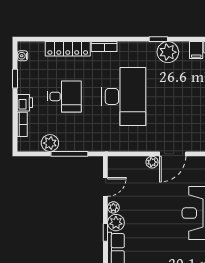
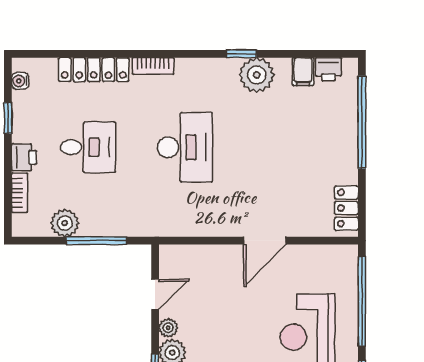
desk: (124, 96) -> (185, 147), width x0.73, depth x0.77
plant: (152, 162) -> (231, 254), removed

